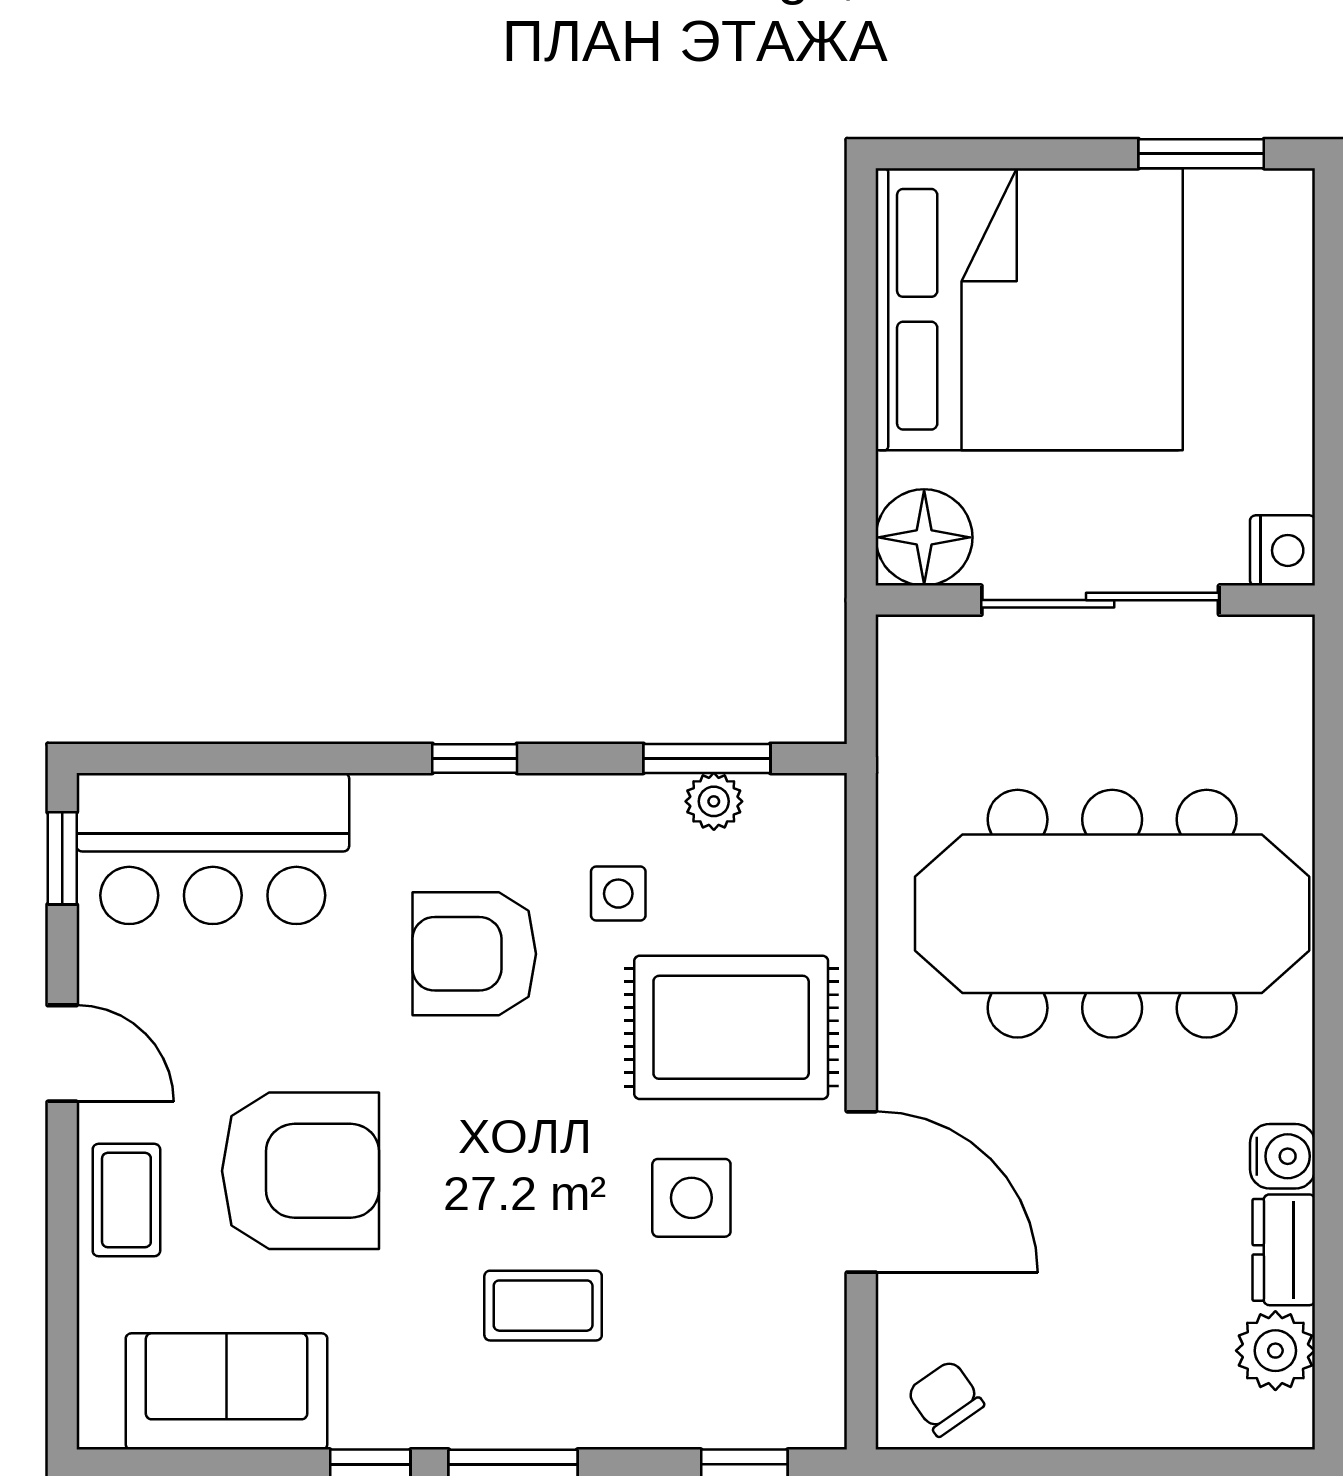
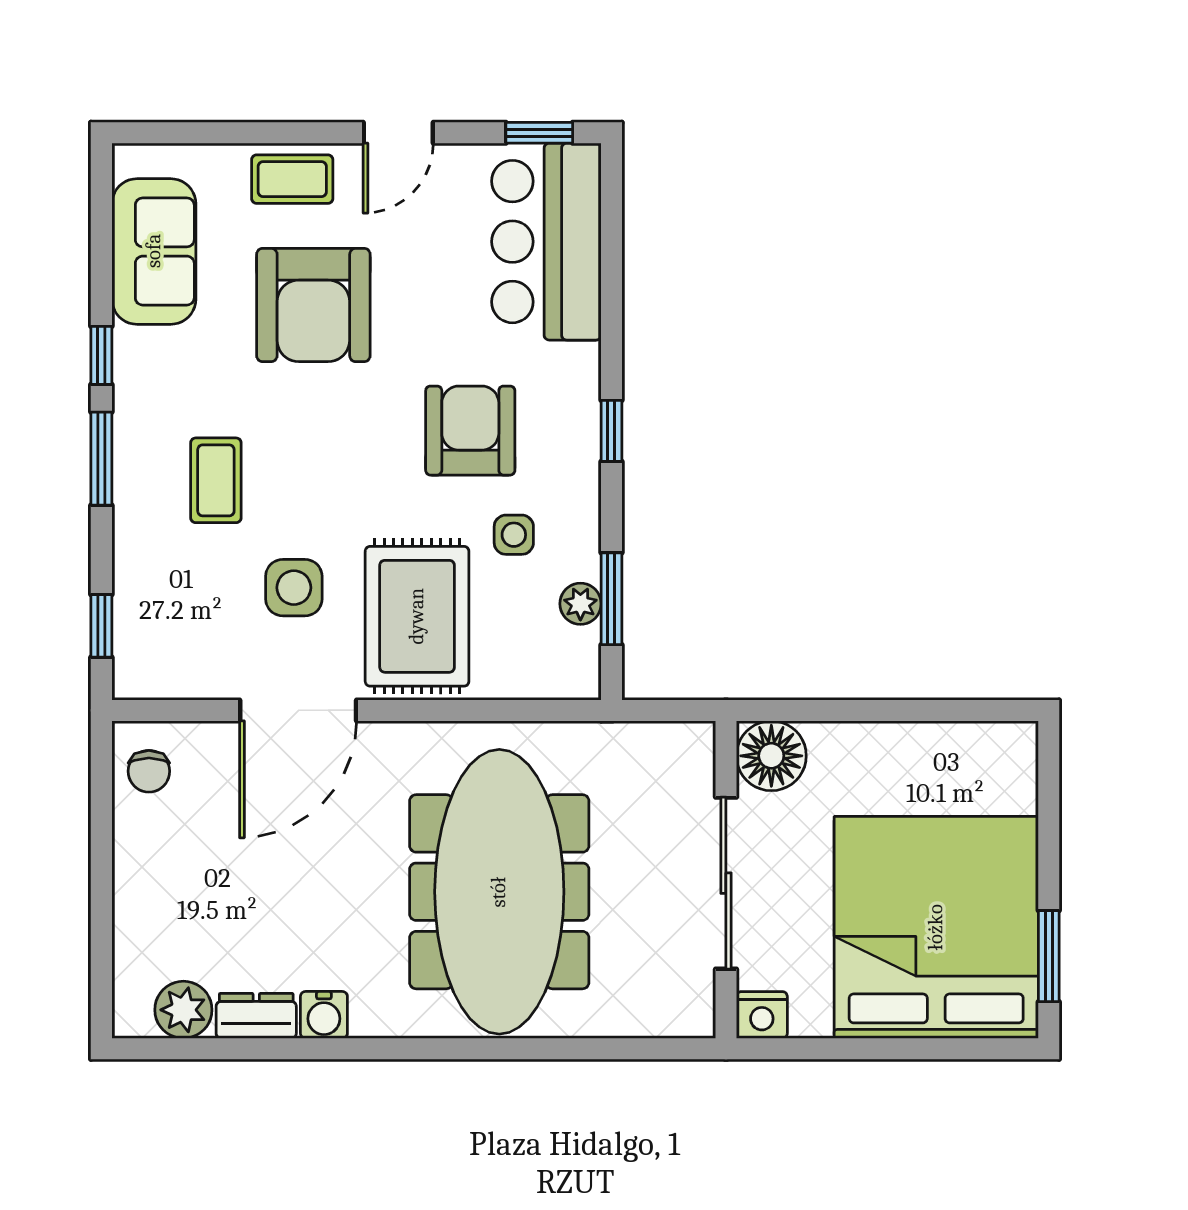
bed: (1029, 309) -> (936, 927), moved, turned 180
chair: (945, 1398) -> (149, 771), turned 125

